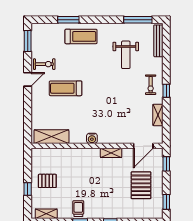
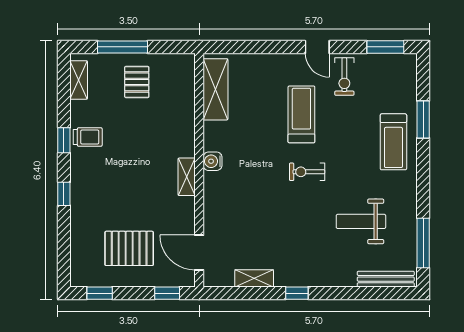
exercise bike: (151, 85) -> (307, 172), moved
shelving: (111, 153) -> (187, 177), moved
window: (28, 189) -> (122, 47), width x2.17

